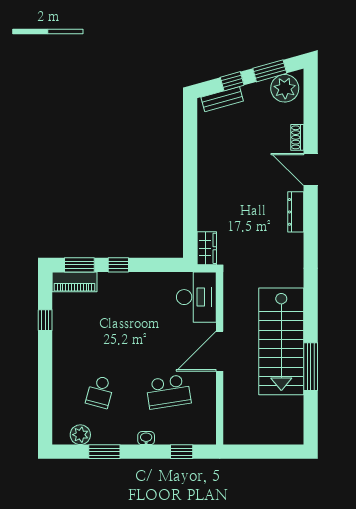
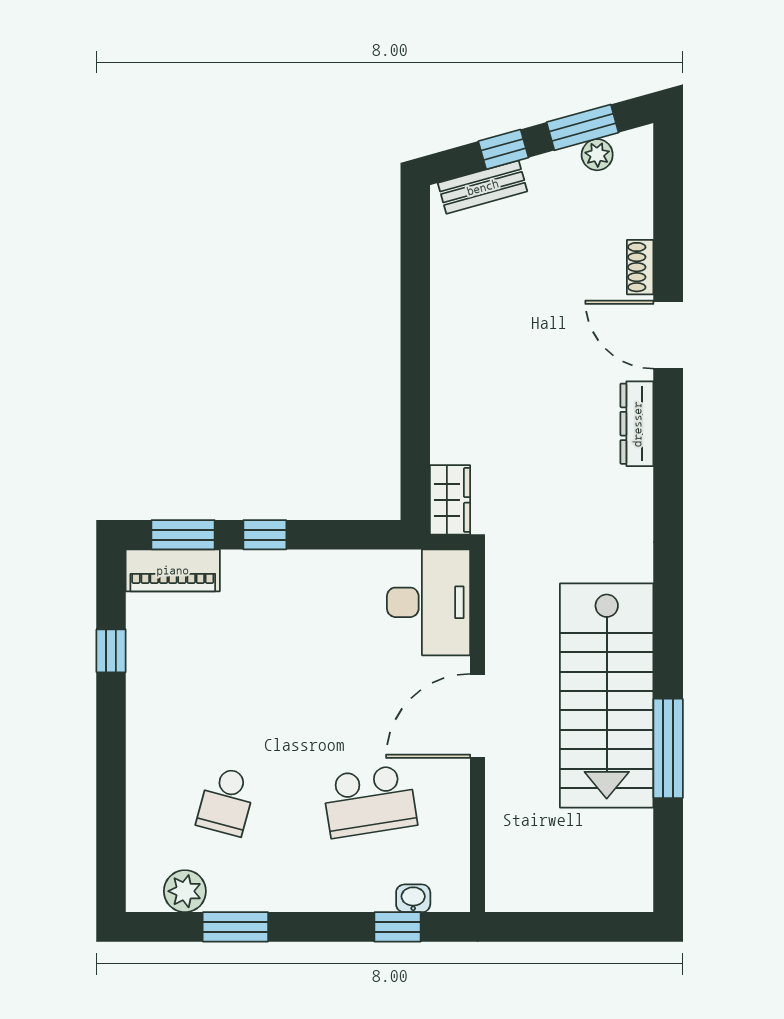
plant: (285, 88) -> (597, 155), width x0.53, depth x0.53
washbasin: (146, 438) -> (413, 898), moved

